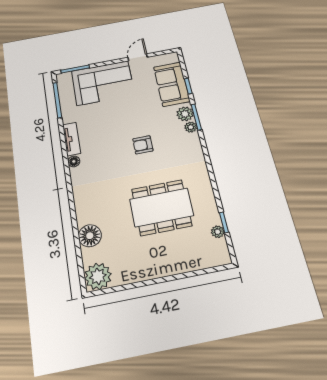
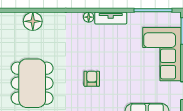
floor lamp: (90, 236) -> (33, 21), moved

